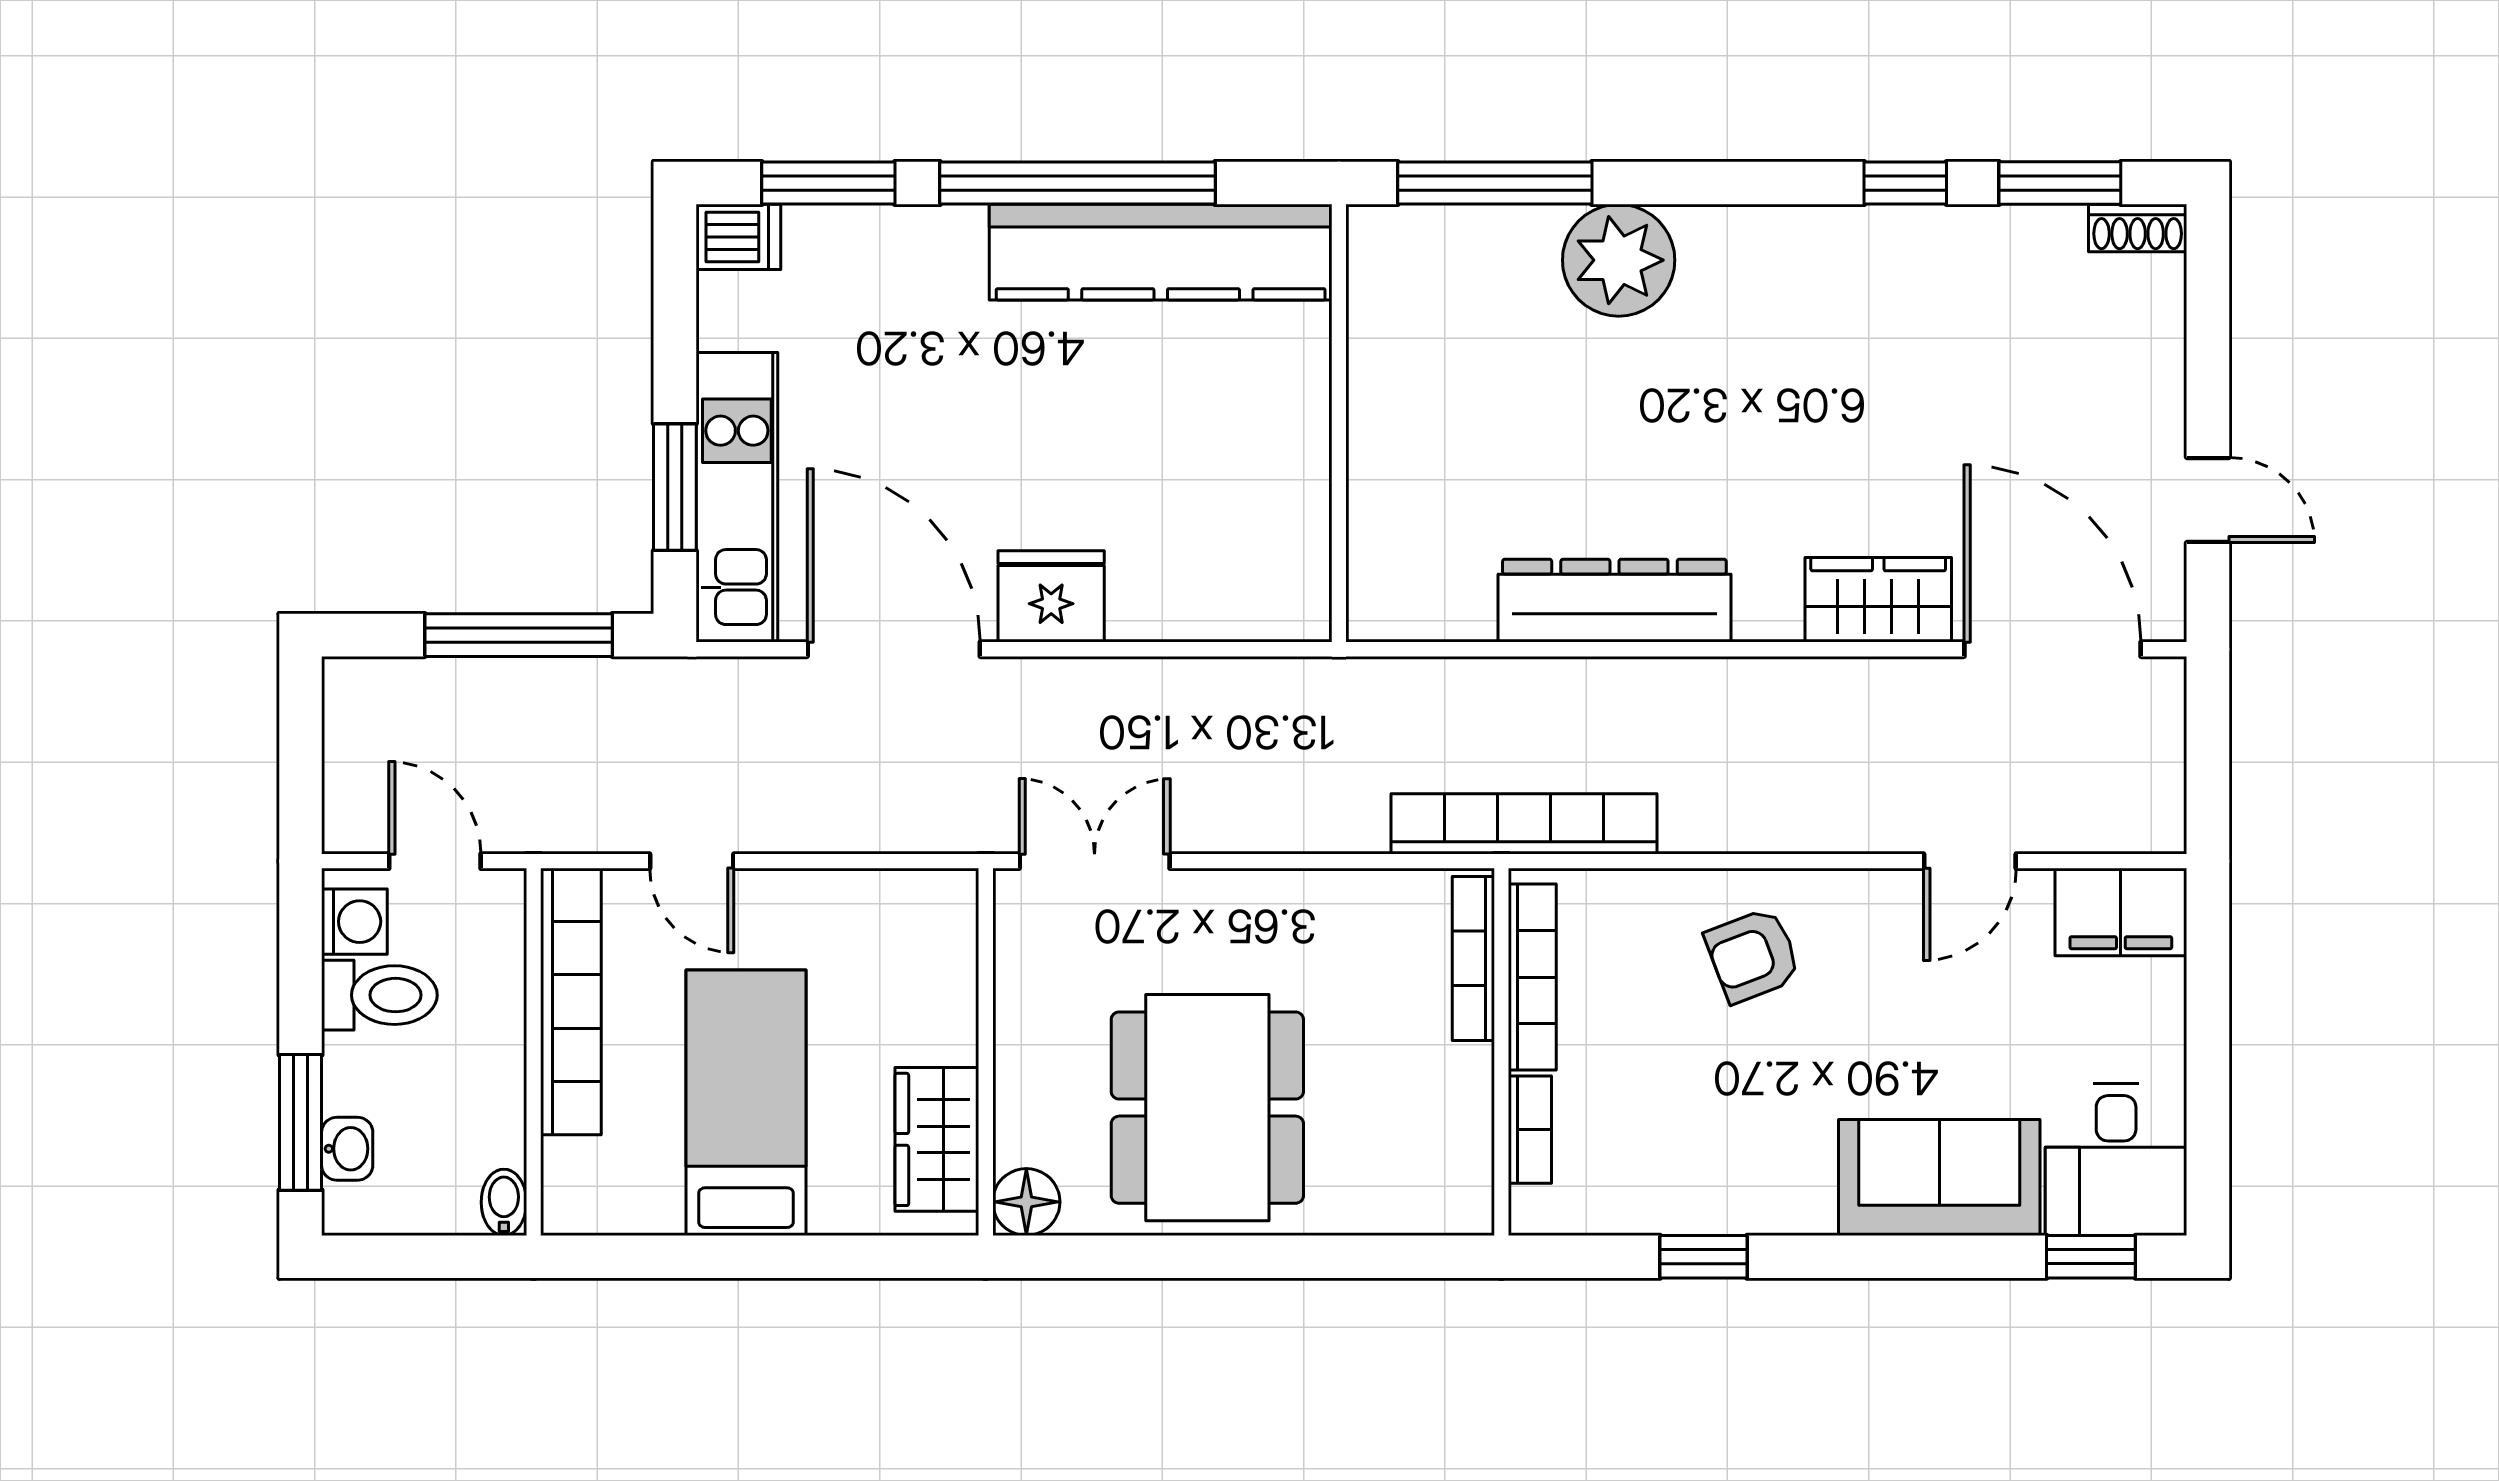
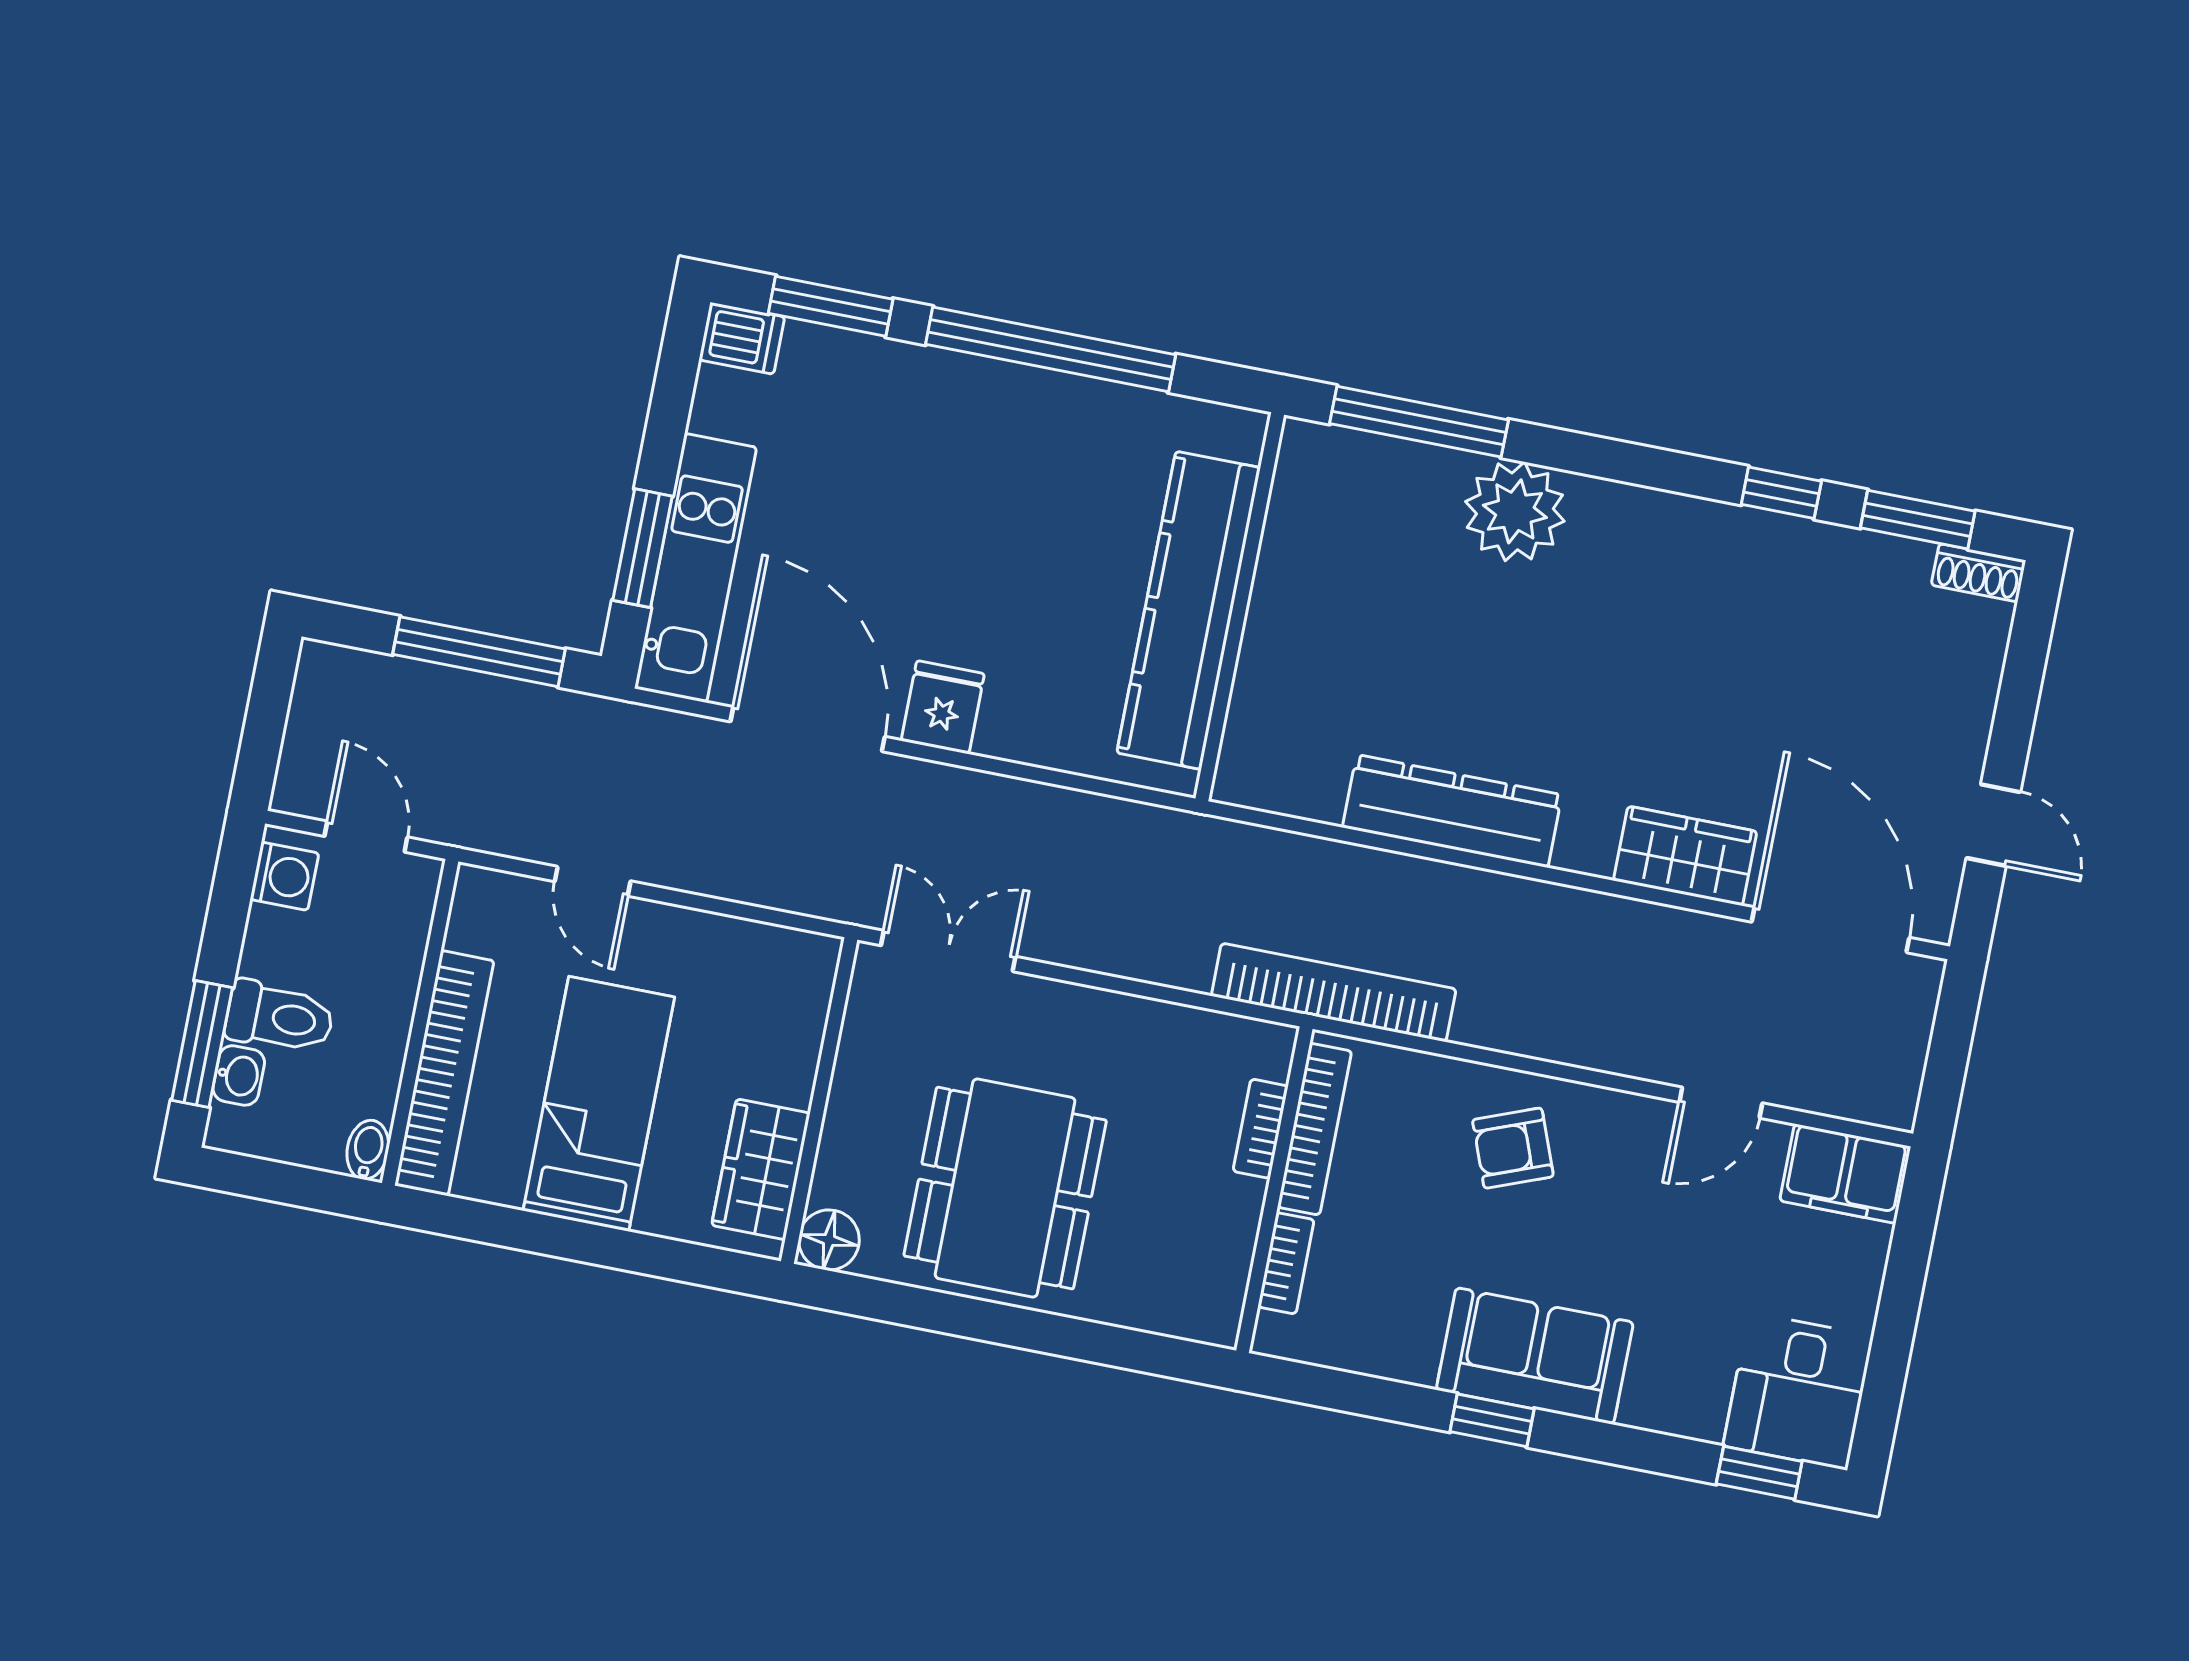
kitchen counter: (1161, 252) -> (1189, 610), moved, turned 90
fridge: (1051, 596) -> (943, 707), width x0.72
bookcase: (1473, 959) -> (1261, 1129), width x0.64
toilet: (379, 995) -> (280, 1017), moved
bookcase: (571, 1002) -> (444, 1073), moved
sofa: (1939, 1177) -> (1535, 1356), moved
window: (1704, 1257) -> (1492, 1420), moved

